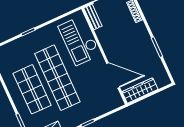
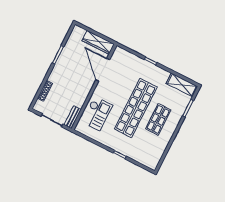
checkout: (79, 41) -> (97, 114), width x0.73, depth x0.83
shop shelf: (32, 89) -> (158, 119), width x0.70, depth x0.74

